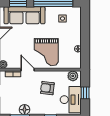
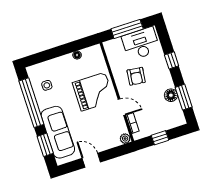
door: (28, 70) -> (122, 107), swing flipped
plant: (73, 76) -> (112, 50), removed
window: (85, 93) -> (127, 29), width x2.17

